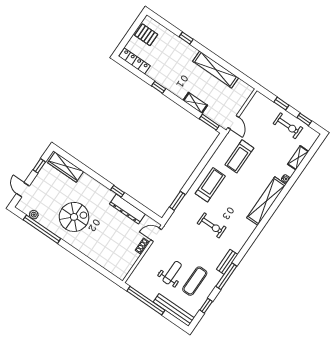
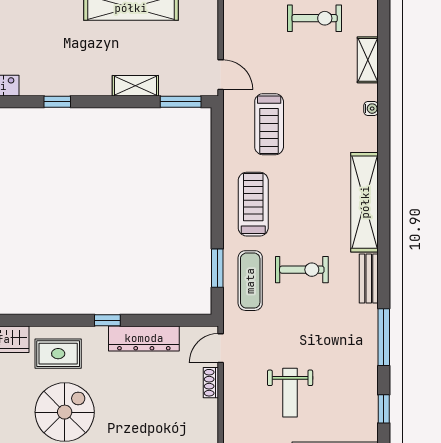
rug: (88, 191) -> (58, 354), added
shelving: (266, 201) -> (365, 202), moved
bench: (227, 262) -> (369, 278), moved
weight bench: (172, 273) -> (290, 393), turned 180
exercise mat: (195, 281) -> (250, 281), moved

